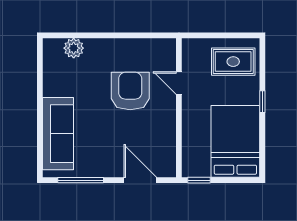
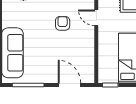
armchair: (130, 91) -> (63, 23), width x0.53, depth x0.53

